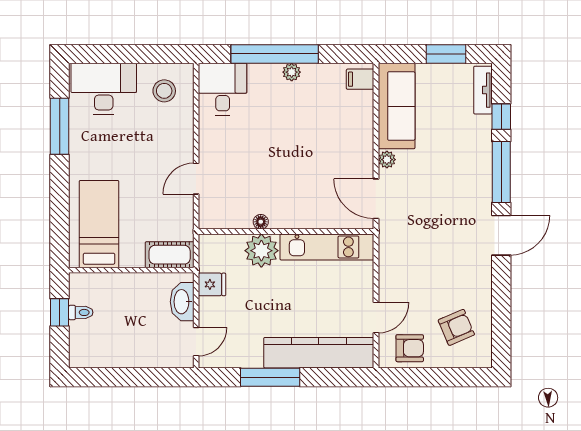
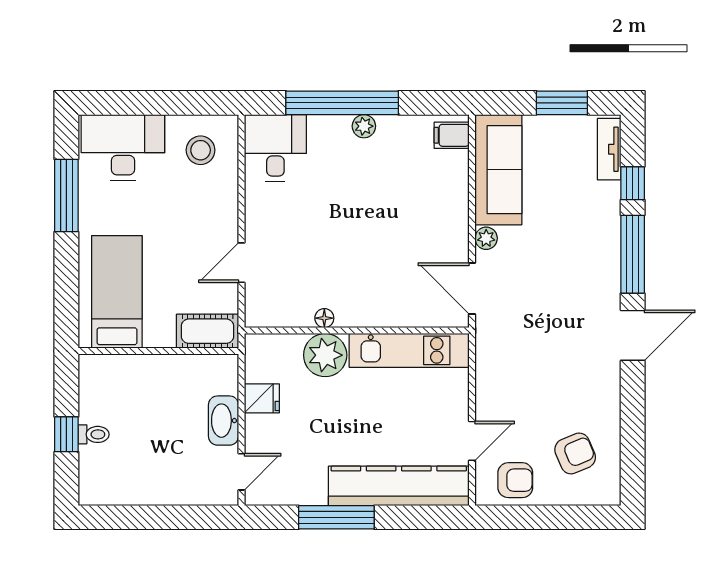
bed: (99, 224) -> (117, 292), moved
cot: (170, 255) -> (207, 331), moved
wall: (131, 270) -> (158, 351), moved

